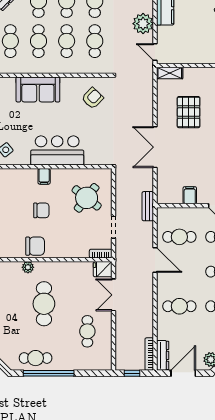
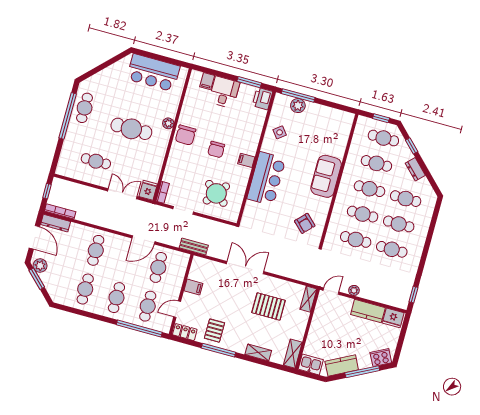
plant: (143, 24) -> (354, 290), width x0.53, depth x0.53

